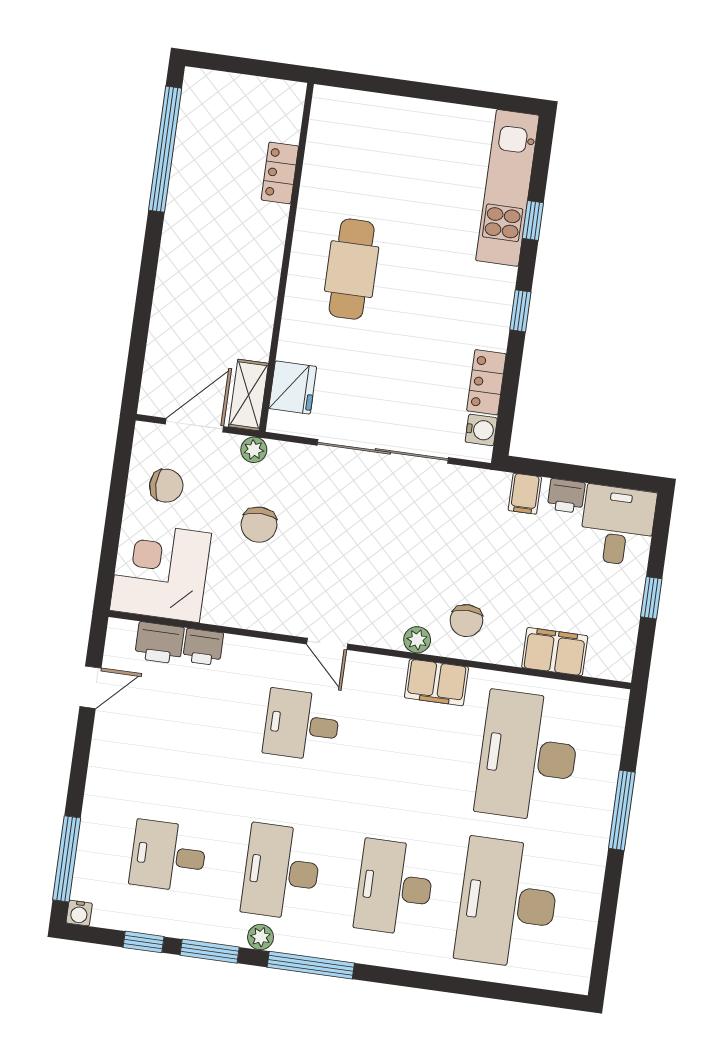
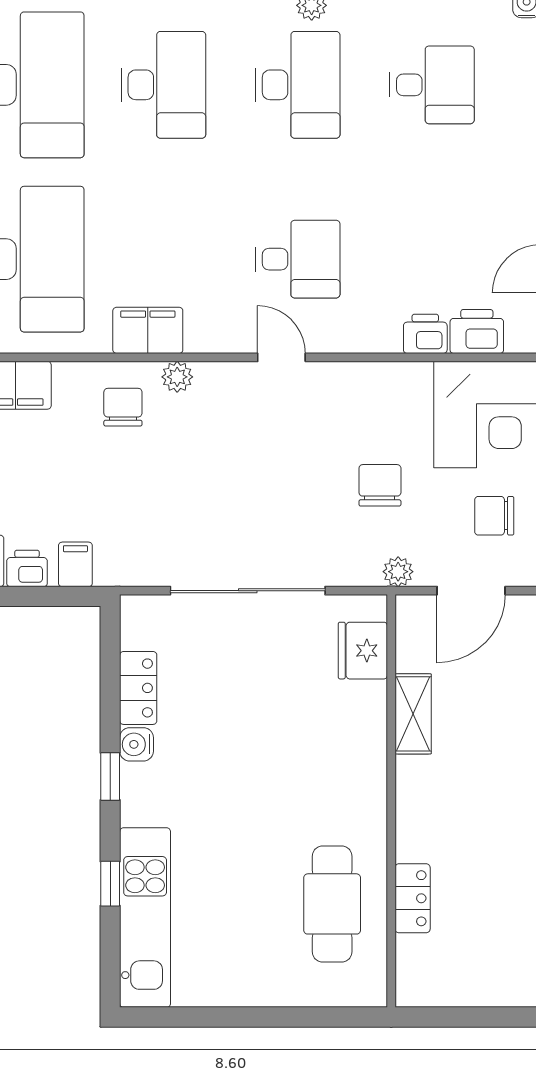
cafe table: (352, 269) -> (332, 904), moved
shelving: (248, 395) -> (413, 714), moved
water cooler: (481, 430) -> (137, 744), moved

